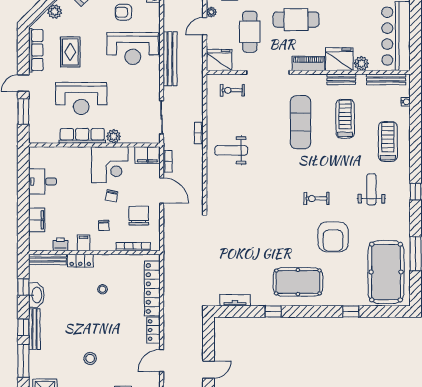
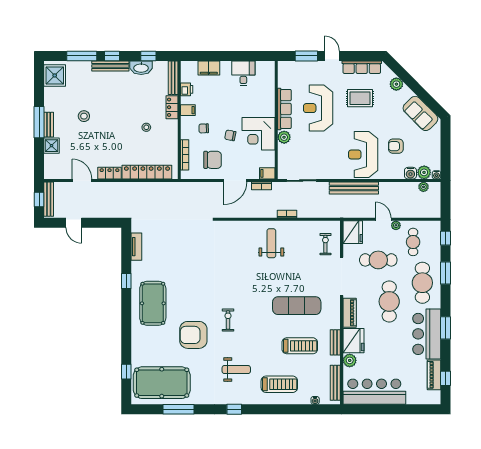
armchair: (123, 12) -> (396, 146), turned -90
filing cabinet: (147, 155) -> (267, 173), width x0.50
window: (351, 311) -> (126, 372), moved

